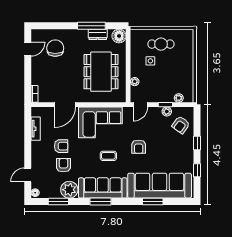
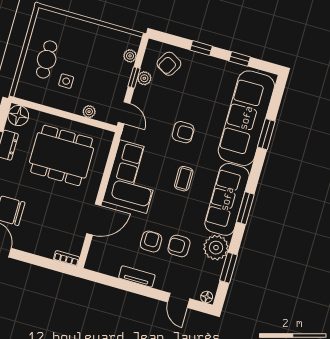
door: (65, 105) -> (94, 219), hinge flipped
armchair: (181, 125) -> (169, 64), turned 84
tv unit: (36, 129) -> (137, 276), moved

